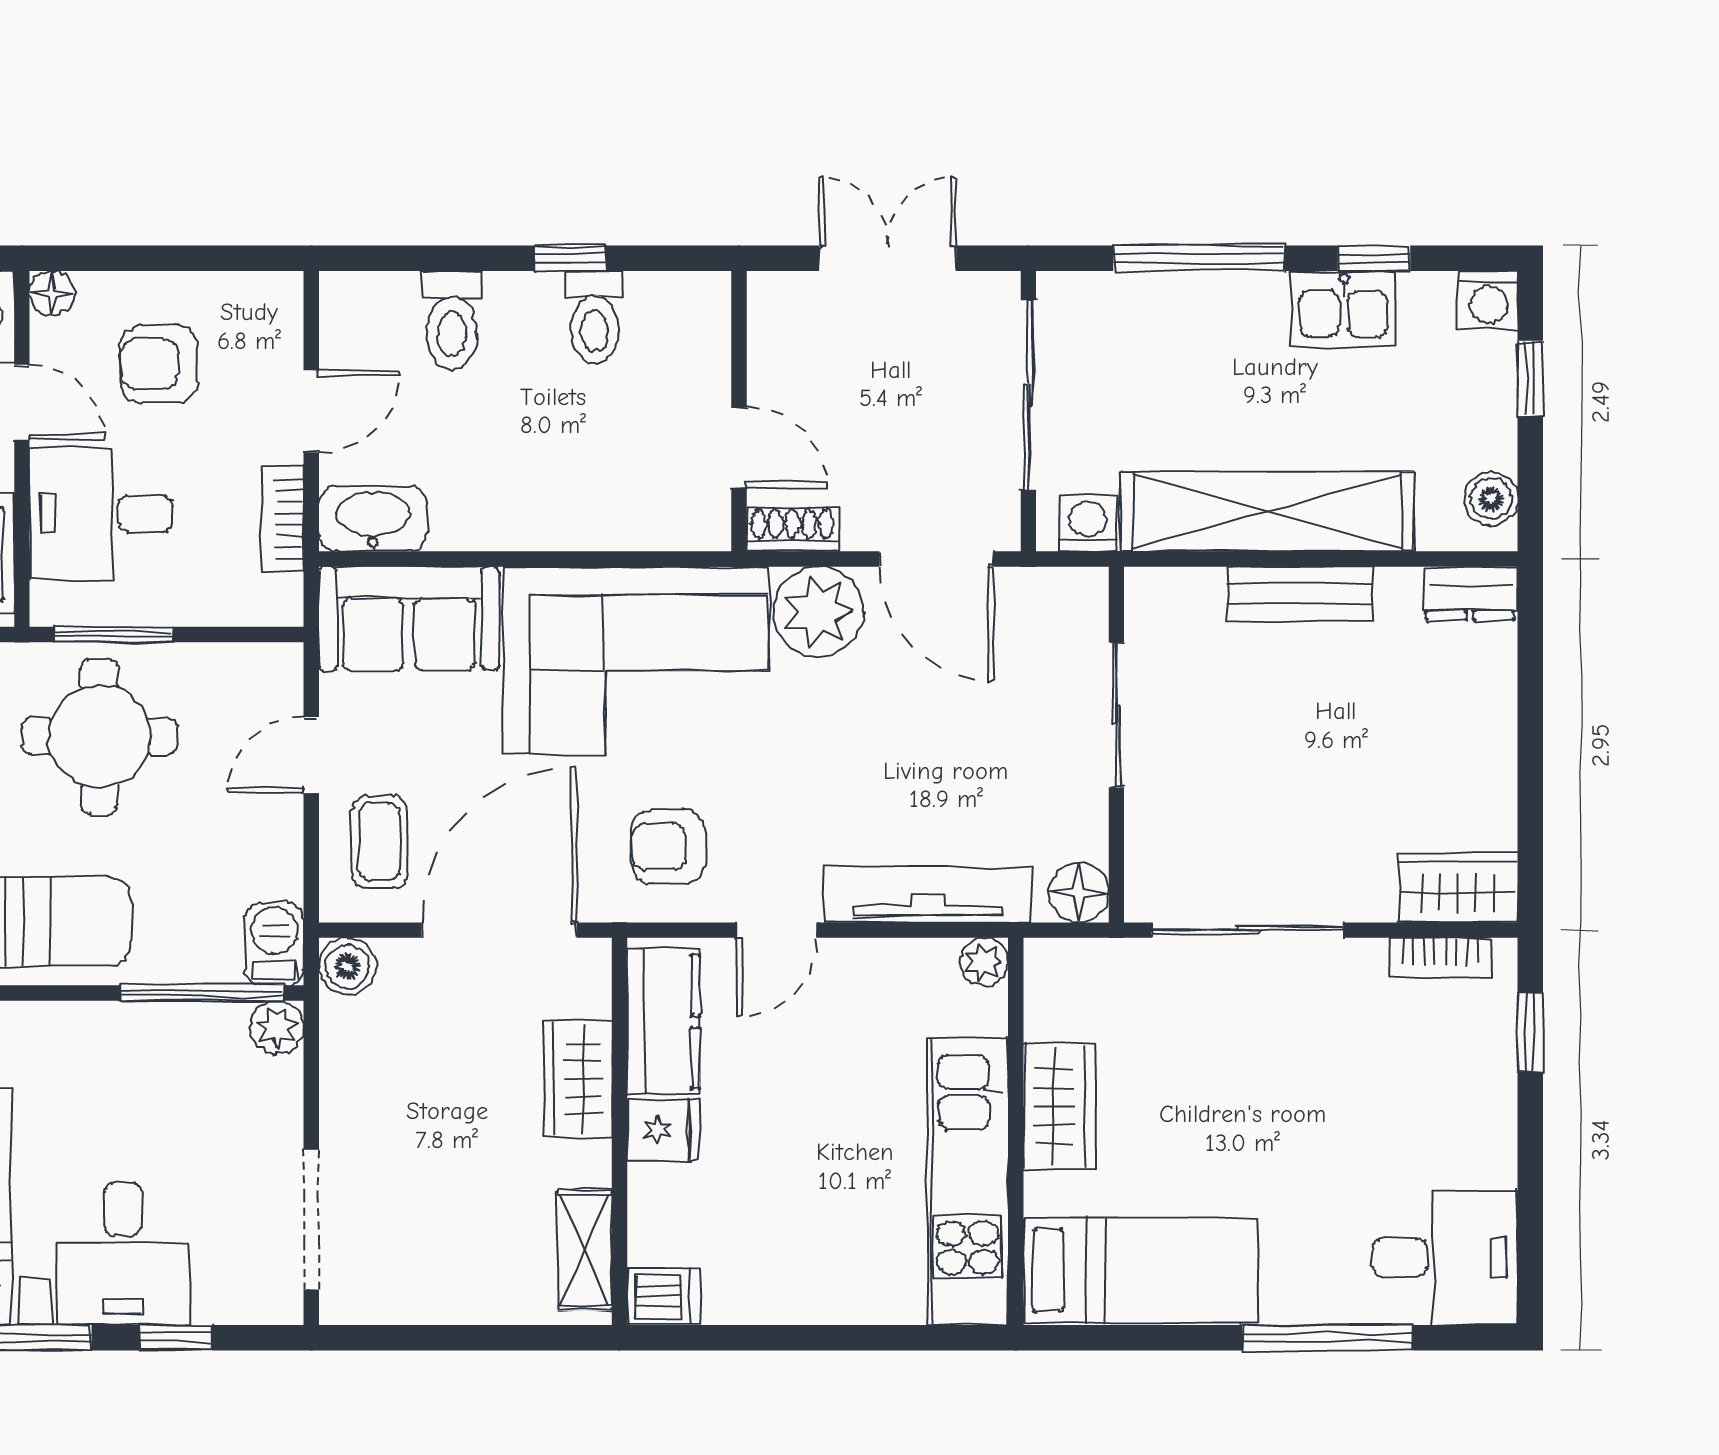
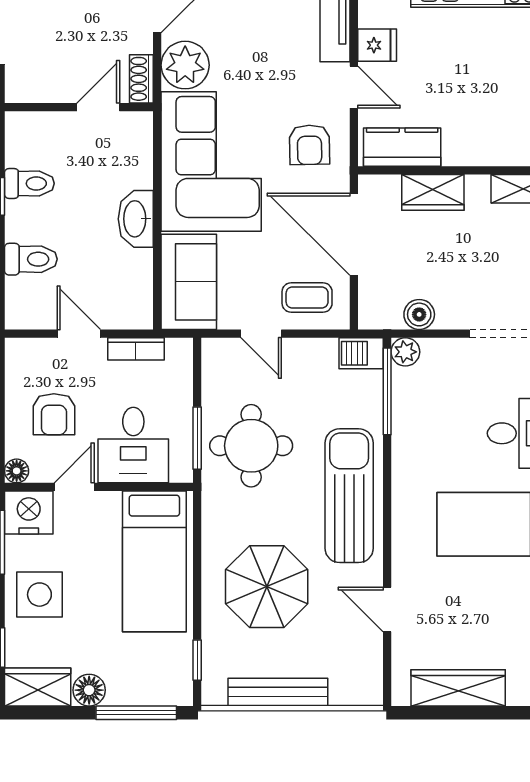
washbasin: (373, 518) -> (136, 219), moved
boiler: (347, 966) -> (419, 314), moved
fridge: (663, 1130) -> (377, 45), moved, turned 90

